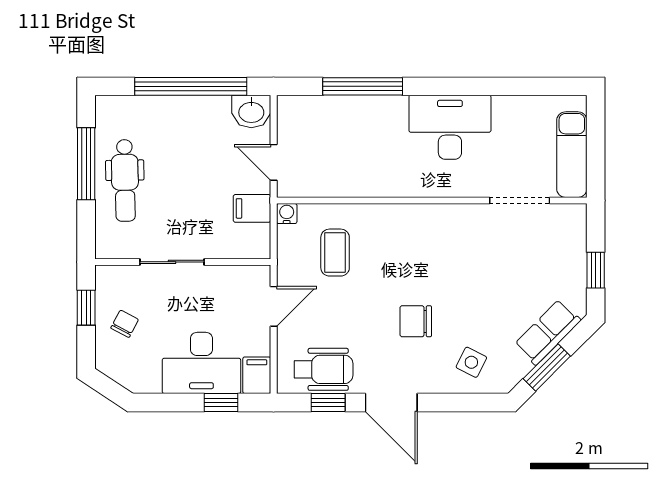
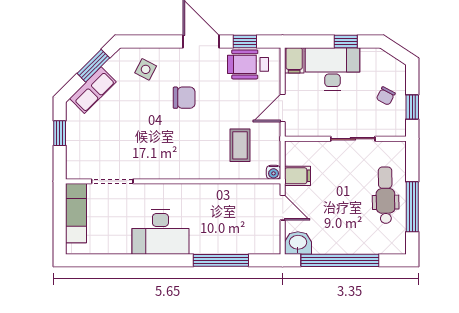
window: (221, 402) -> (346, 41), moved

